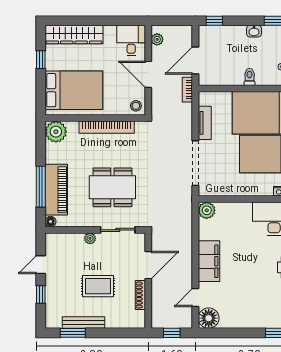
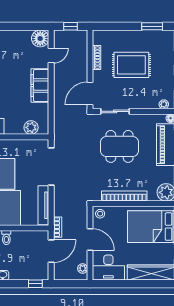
desk: (131, 41) -> (108, 268), width x1.37
tv unit: (205, 123) -> (43, 205), width x1.41
plant: (207, 210) -> (31, 127), moved
plant: (90, 238) -> (164, 104), moved
door: (148, 265) -> (90, 93), moved
rug: (98, 286) -> (131, 65), width x1.36, depth x1.43
bench: (83, 323) -> (143, 35), removed

